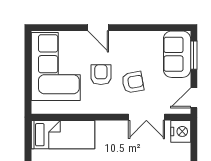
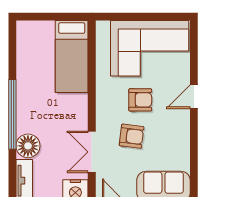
armchair: (133, 82) -> (132, 136), turned -73

